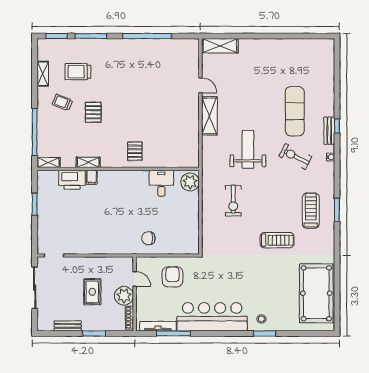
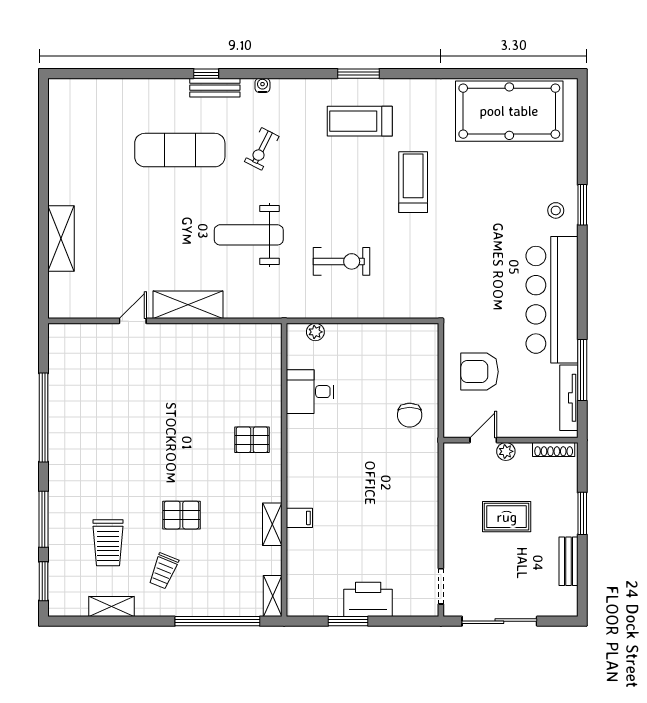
shelving: (220, 46) -> (61, 238), moved
exercise bike: (295, 157) -> (262, 149), width x0.73, depth x0.72
printer: (72, 180) -> (368, 599), moved, turned -90
plant: (190, 182) -> (315, 332), width x0.53, depth x0.53
plant: (124, 296) -> (506, 451), width x0.53, depth x0.53

